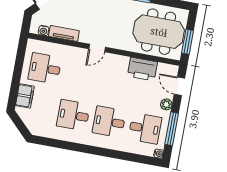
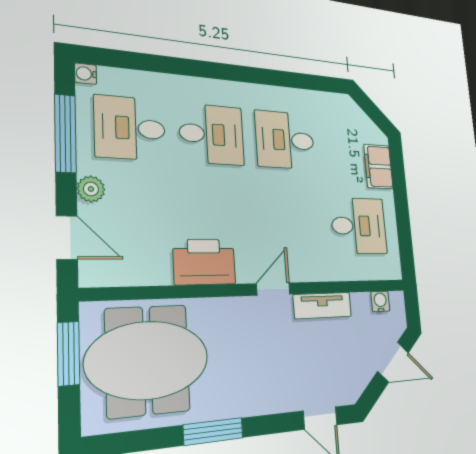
tv unit: (64, 33) -> (323, 306), moved
printer: (142, 69) -> (204, 262), moved
desk: (73, 115) -> (285, 140), turned 180

